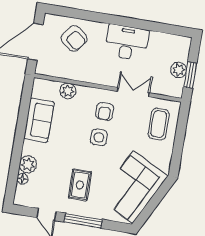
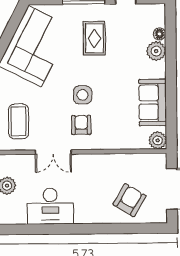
armchair: (74, 38) -> (130, 200), turned 83
desk: (127, 43) -> (50, 206), moved
plant: (68, 91) -> (158, 140), moved

